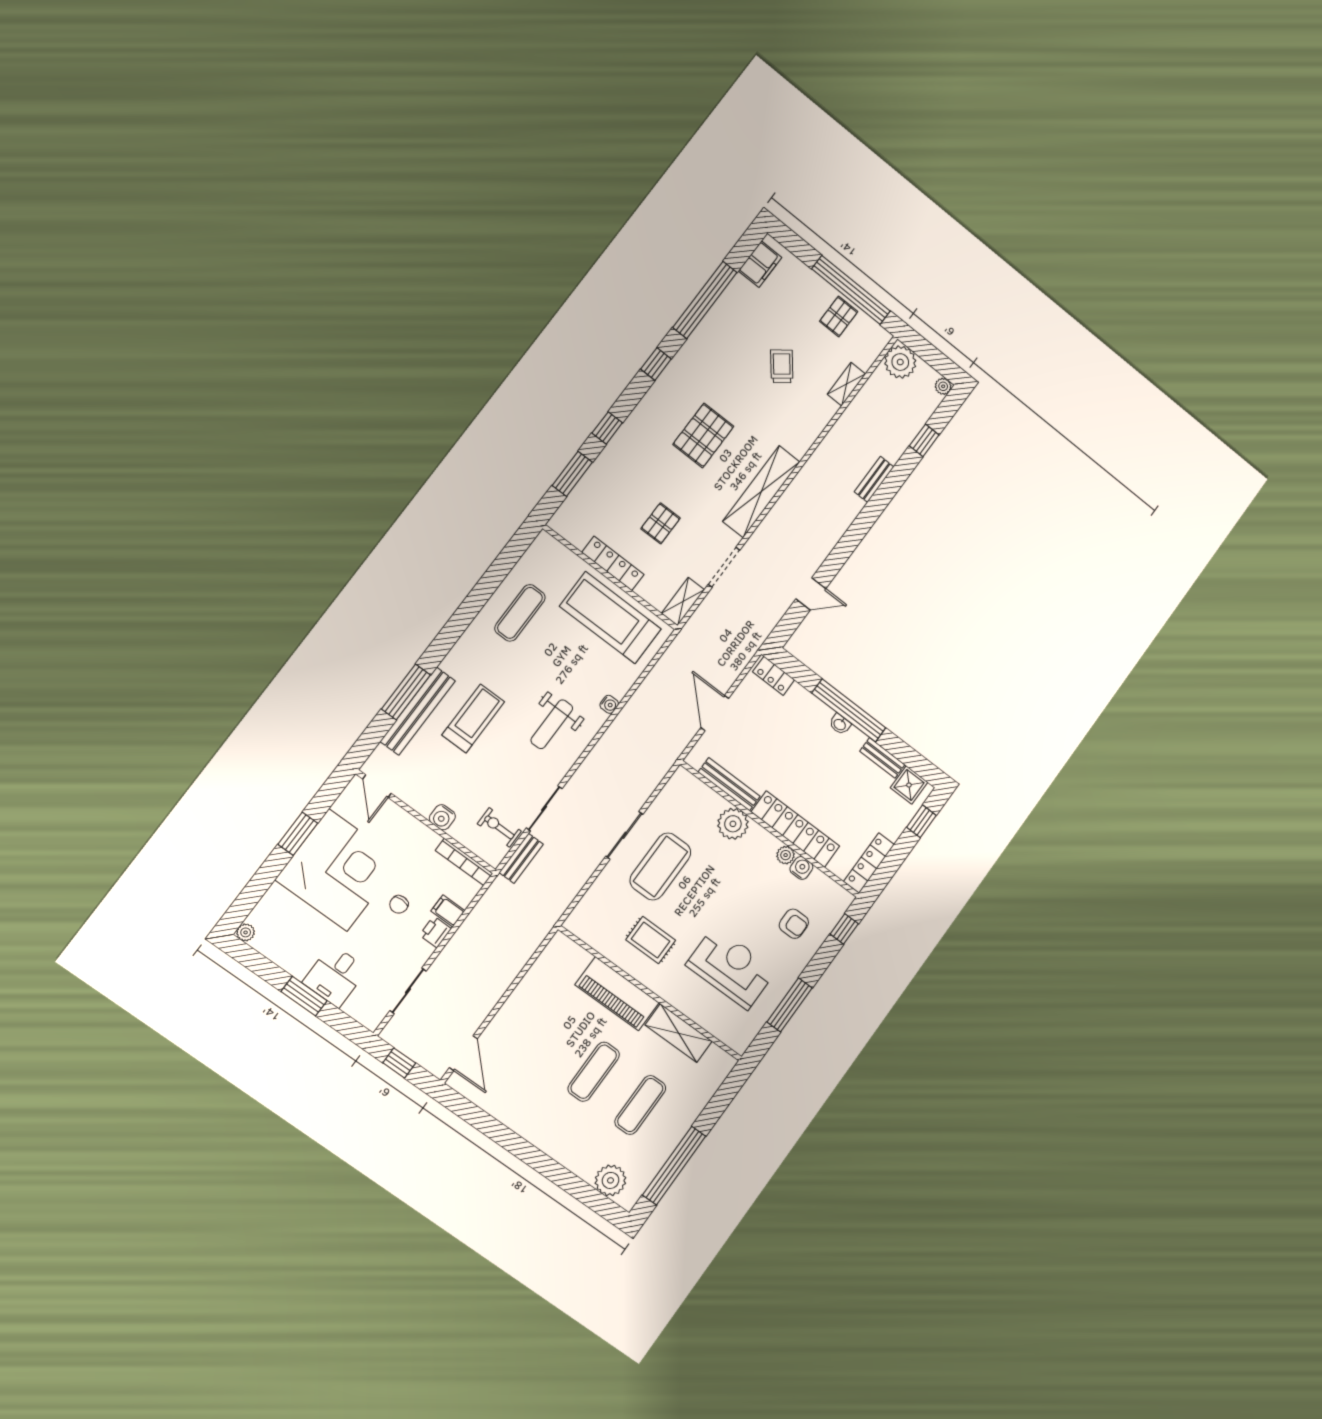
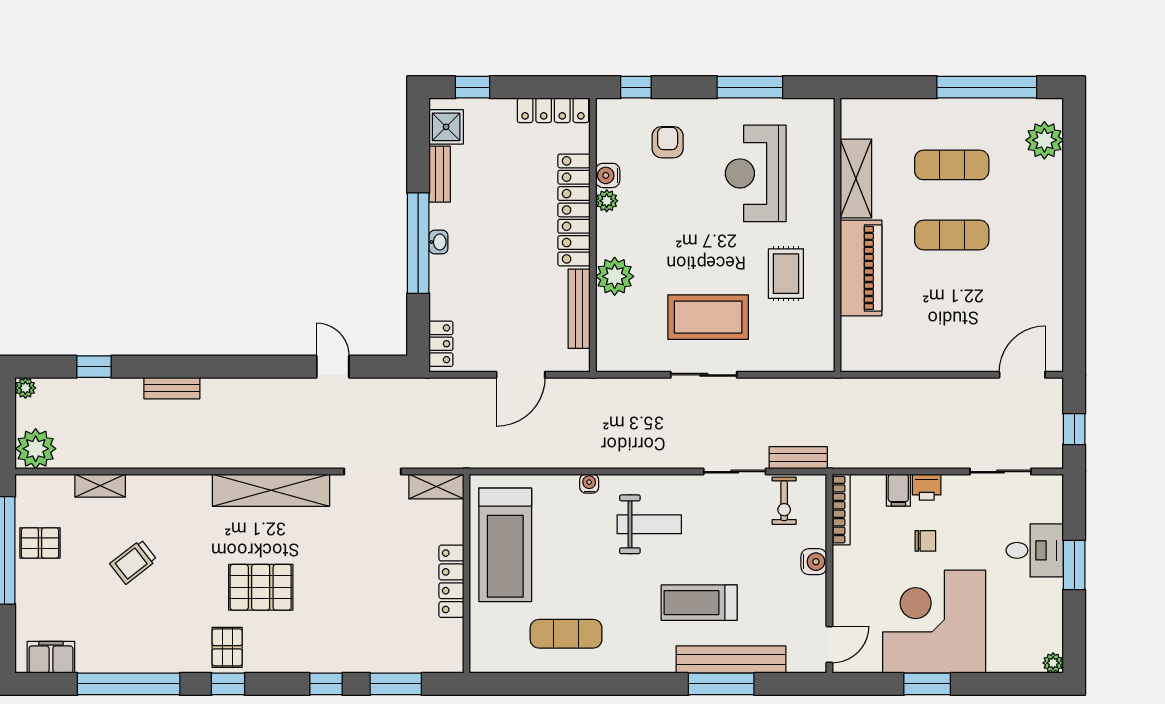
pallet: (661, 523) -> (227, 647), moved, turned 90

